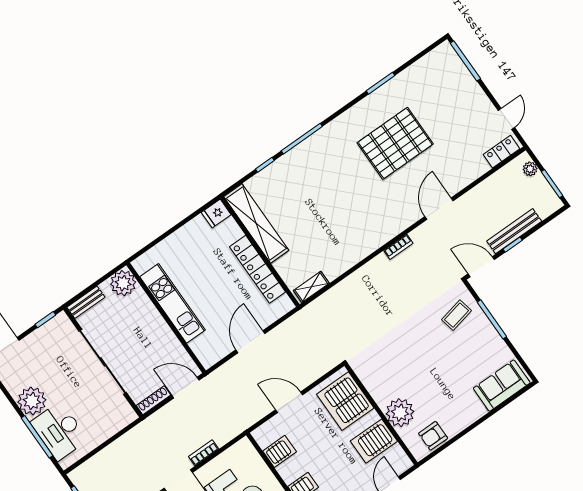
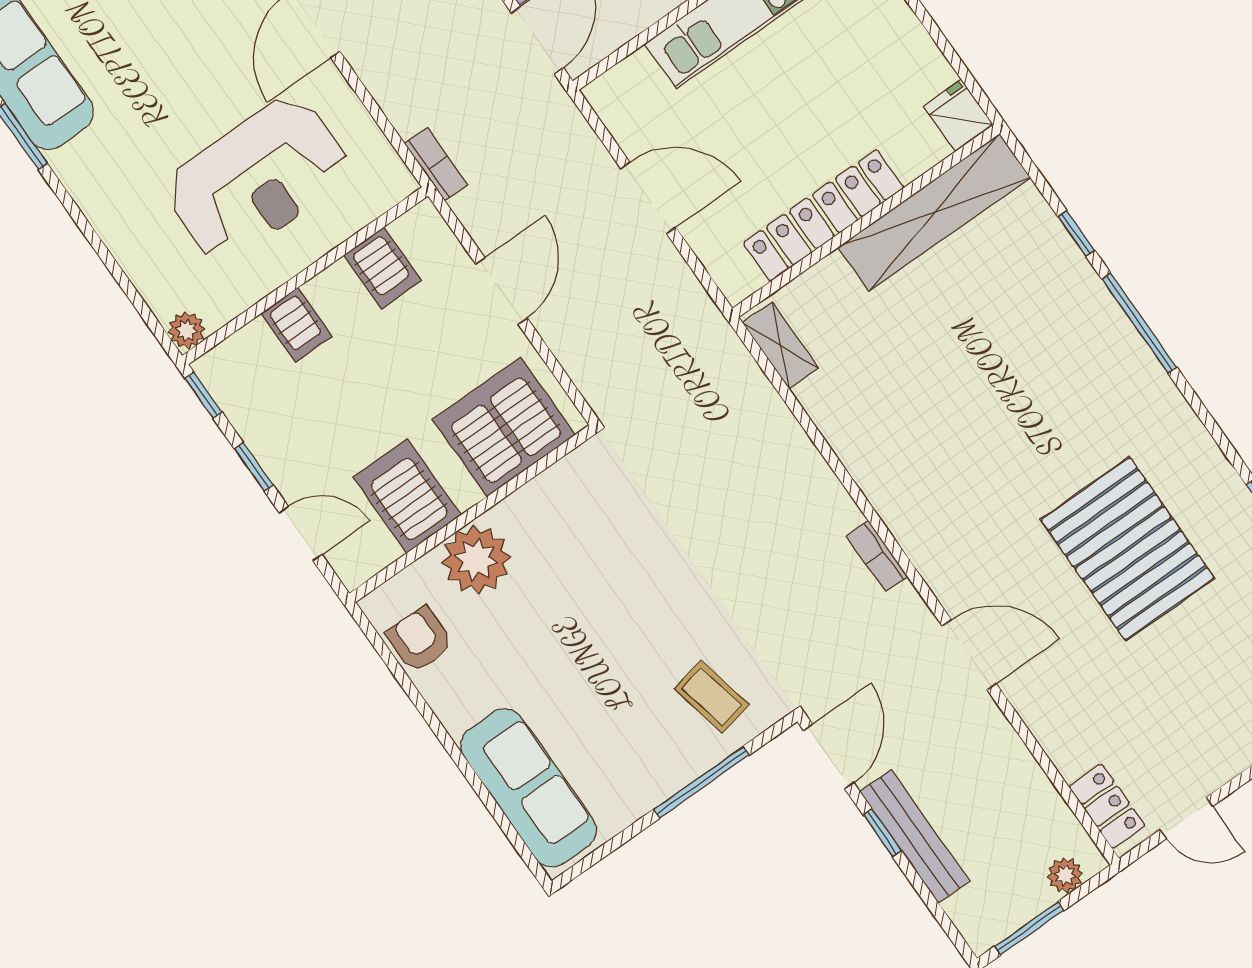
sofa: (502, 386) -> (528, 788), width x1.36
bookcase: (204, 453) -> (436, 164), moved

